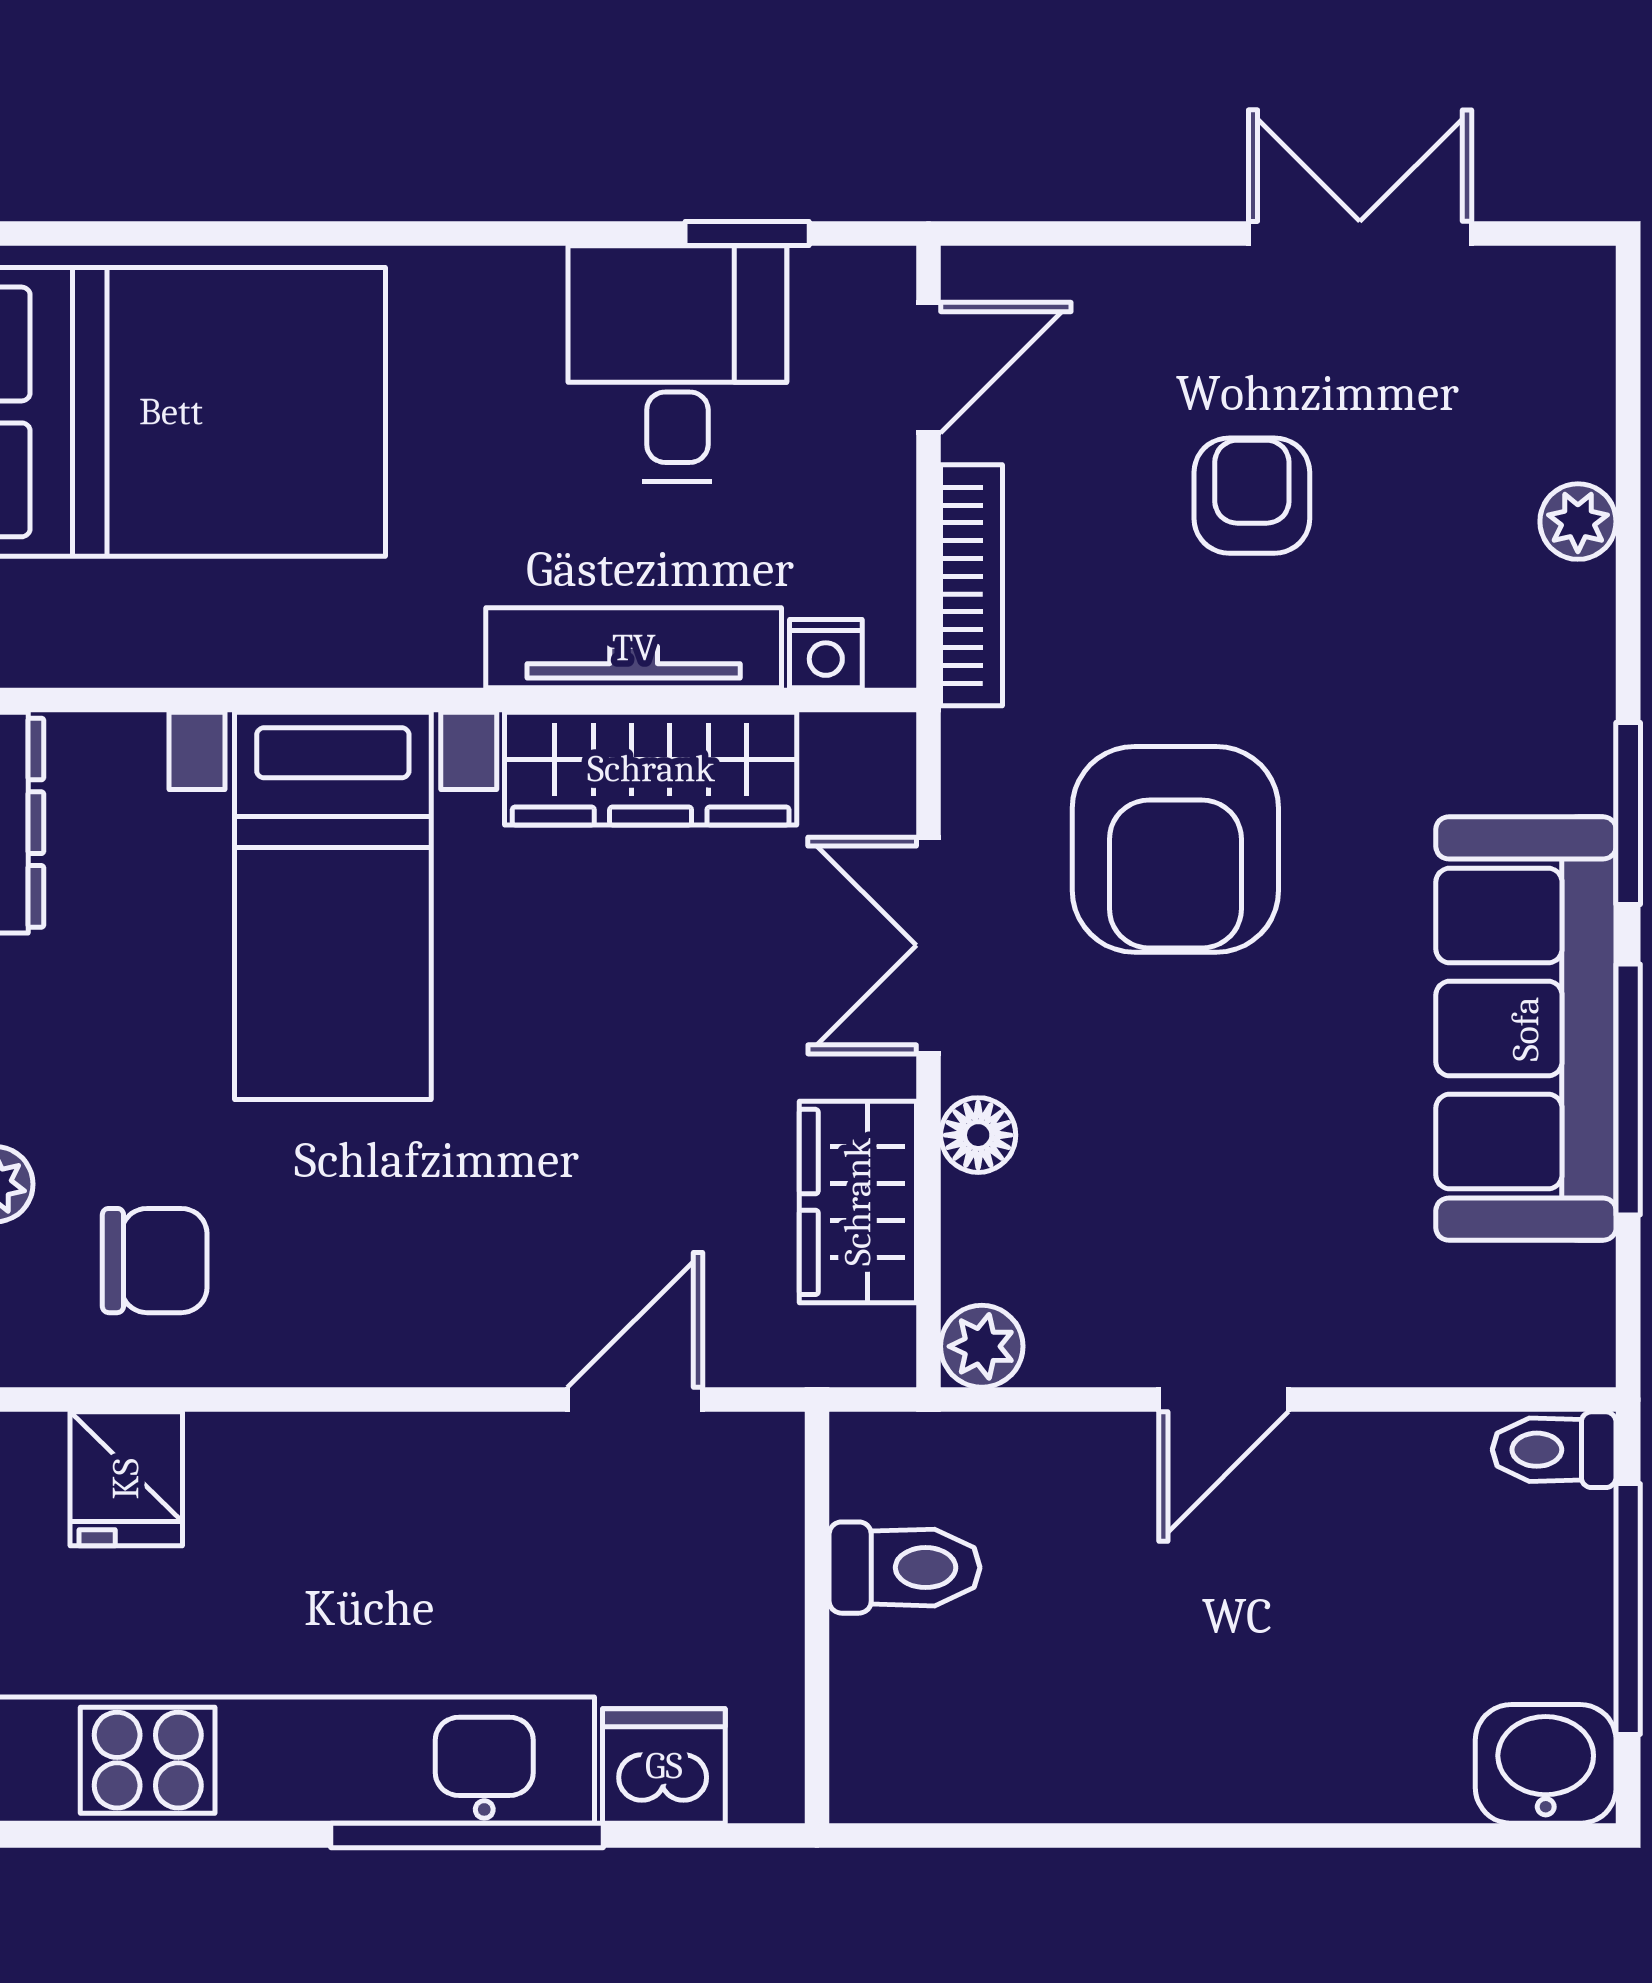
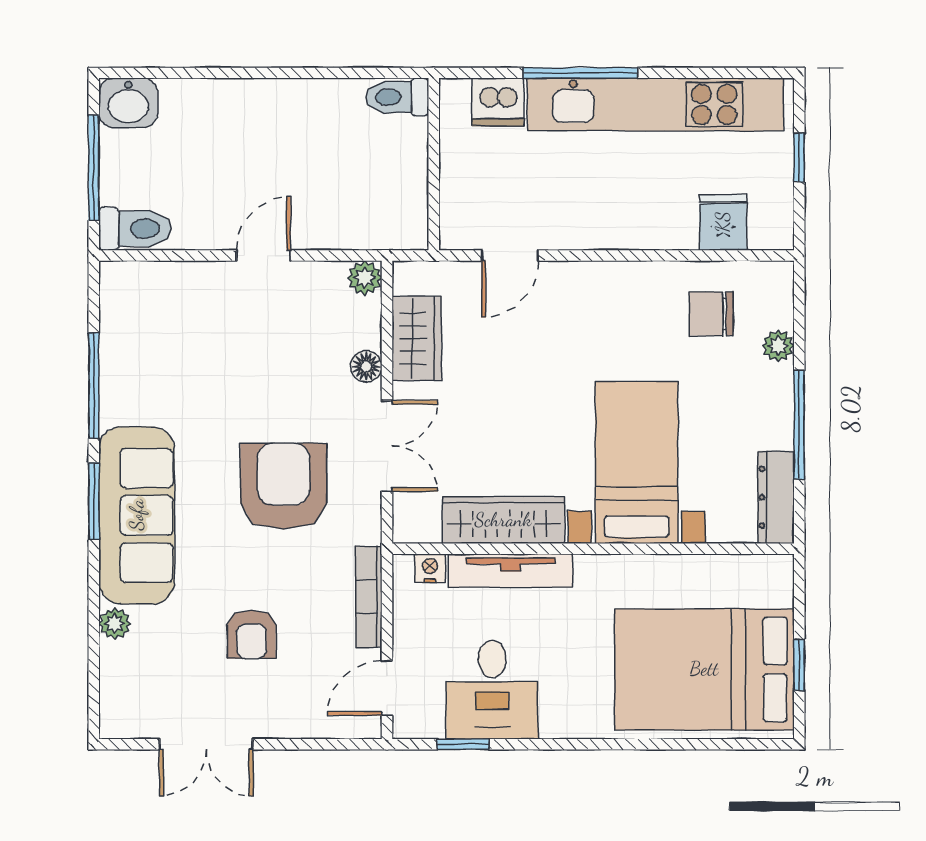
sofa: (1526, 1029) -> (137, 515), moved
toilet: (1554, 1450) -> (135, 229), width x1.37, depth x1.39
toilet: (904, 1568) -> (397, 97), moved

